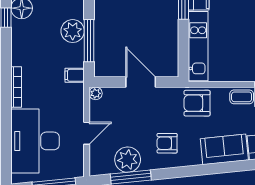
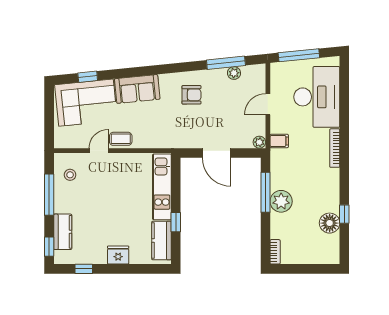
filing cabinet: (75, 75) -> (279, 141), moved
armchair: (197, 103) -> (163, 133), removed
plant: (128, 160) -> (234, 73), width x0.53, depth x0.53

